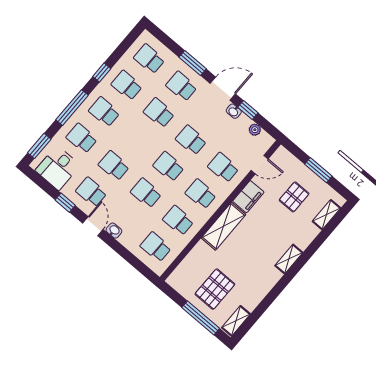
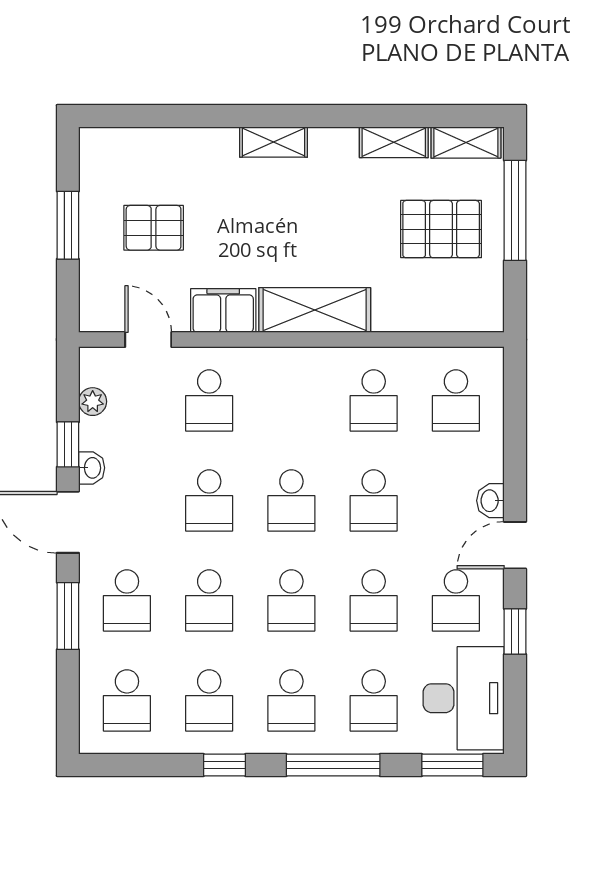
desk: (58, 168) -> (464, 698), width x1.37
school desk: (201, 194) -> (291, 600), moved
shelving: (326, 215) -> (394, 142), moved

